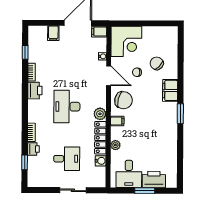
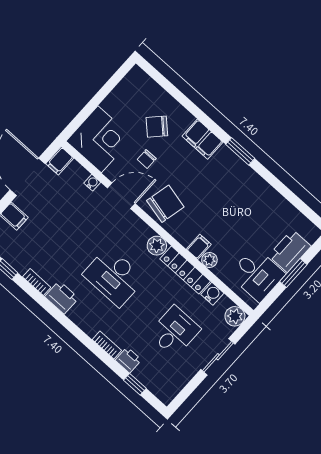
filing cabinet: (117, 121) -> (199, 247), moved
plant: (99, 181) -> (235, 316), added

